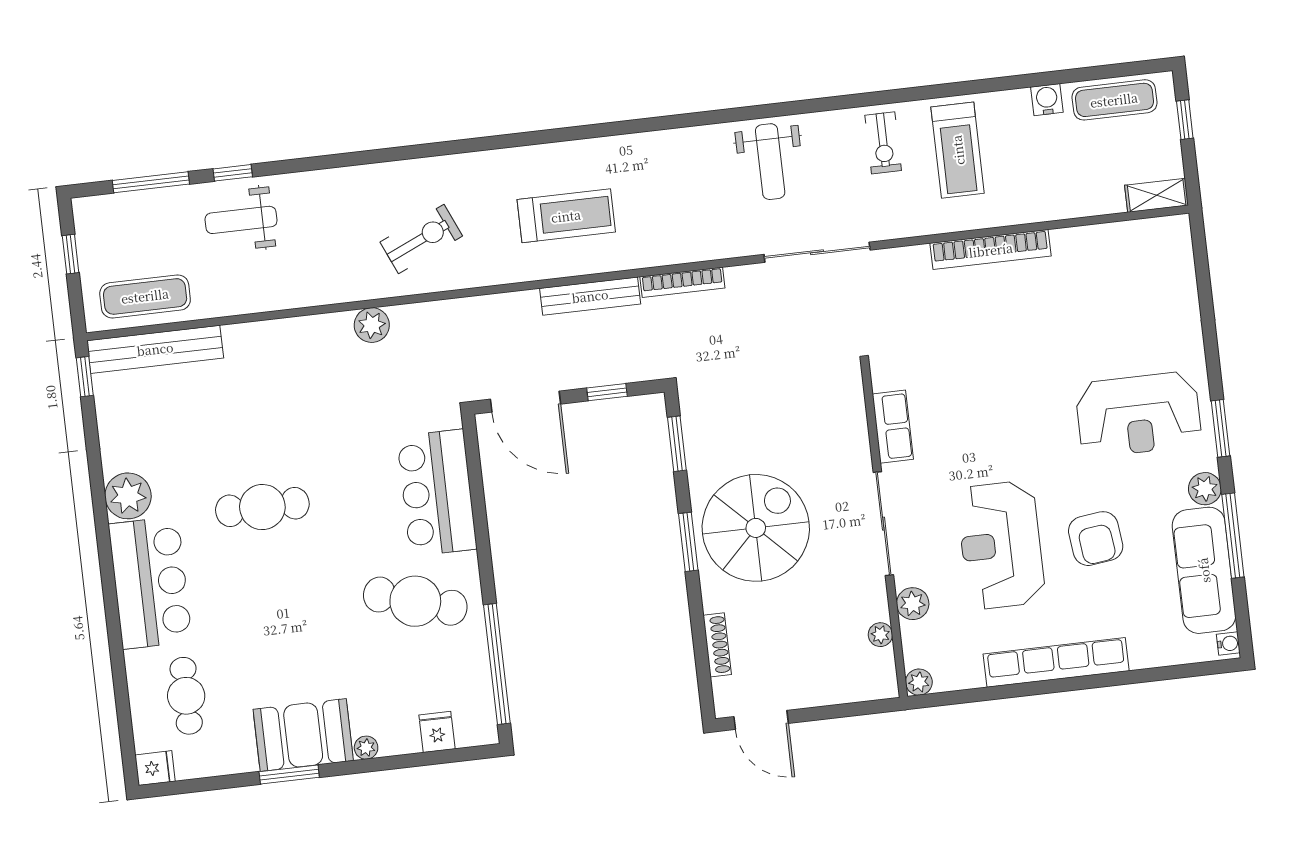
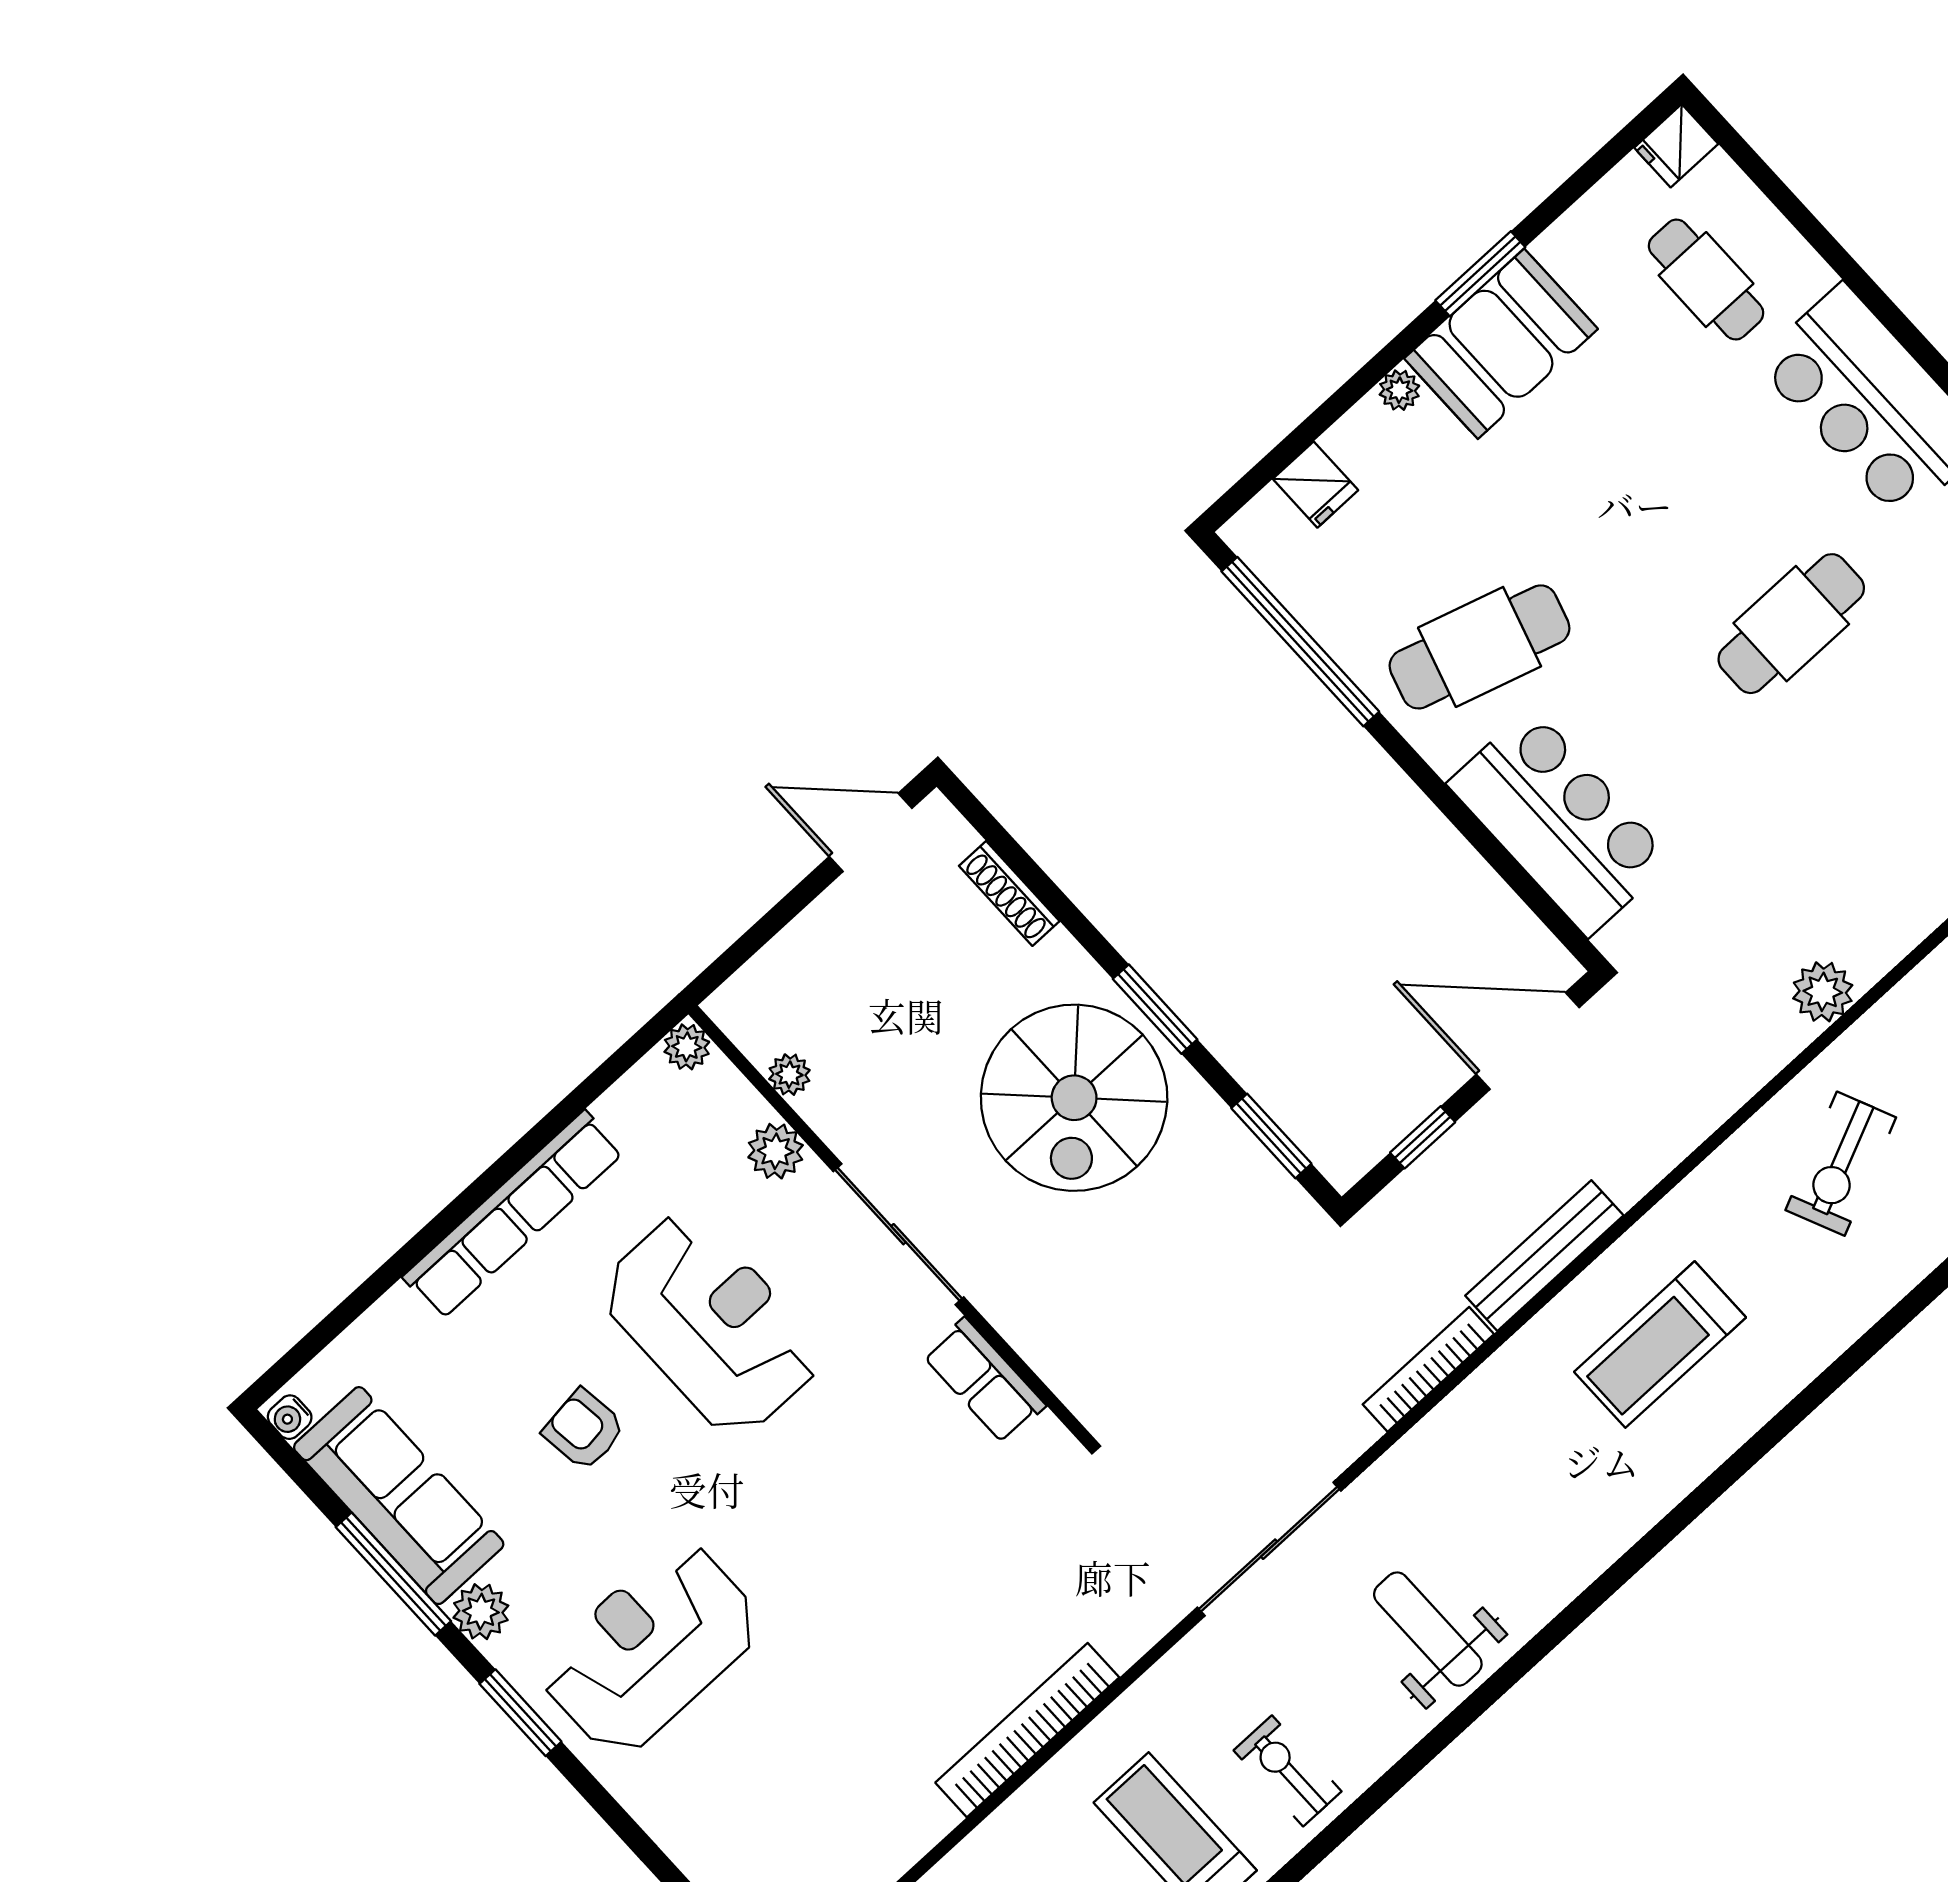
armchair: (1096, 539) -> (584, 1430), width x0.72, depth x0.72

